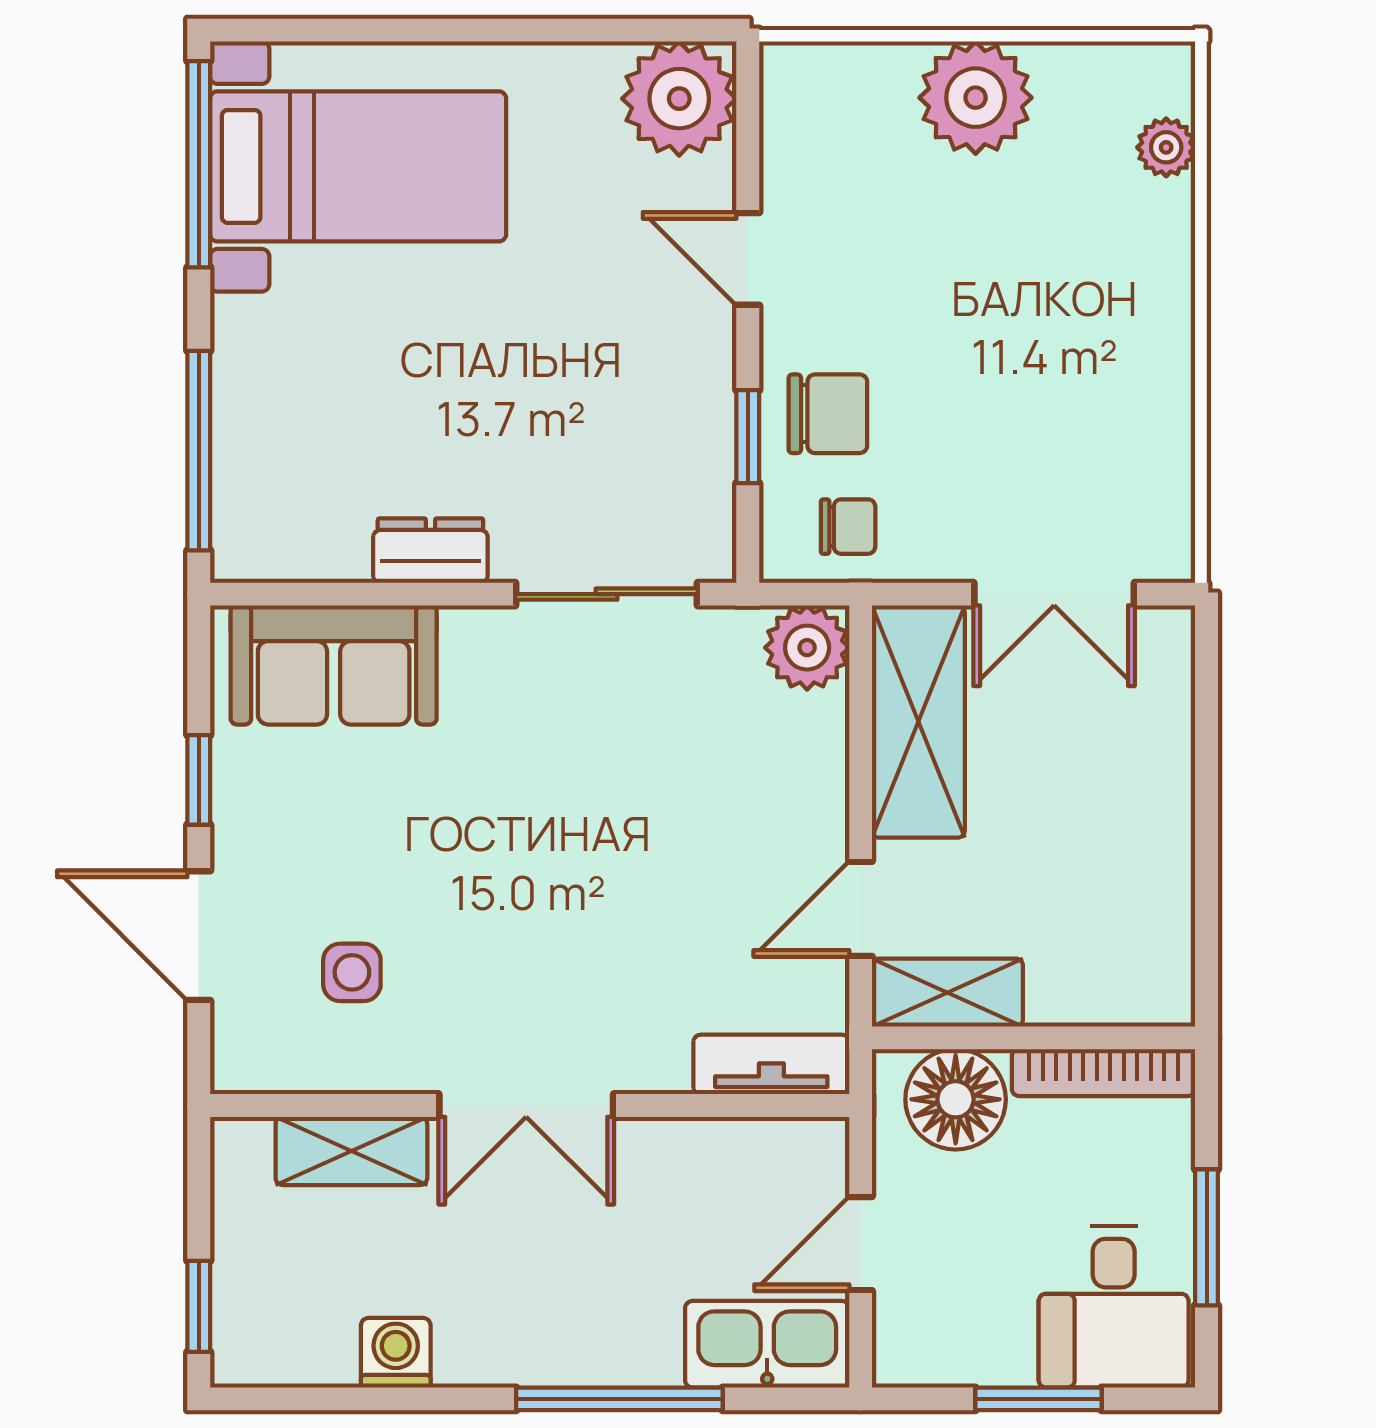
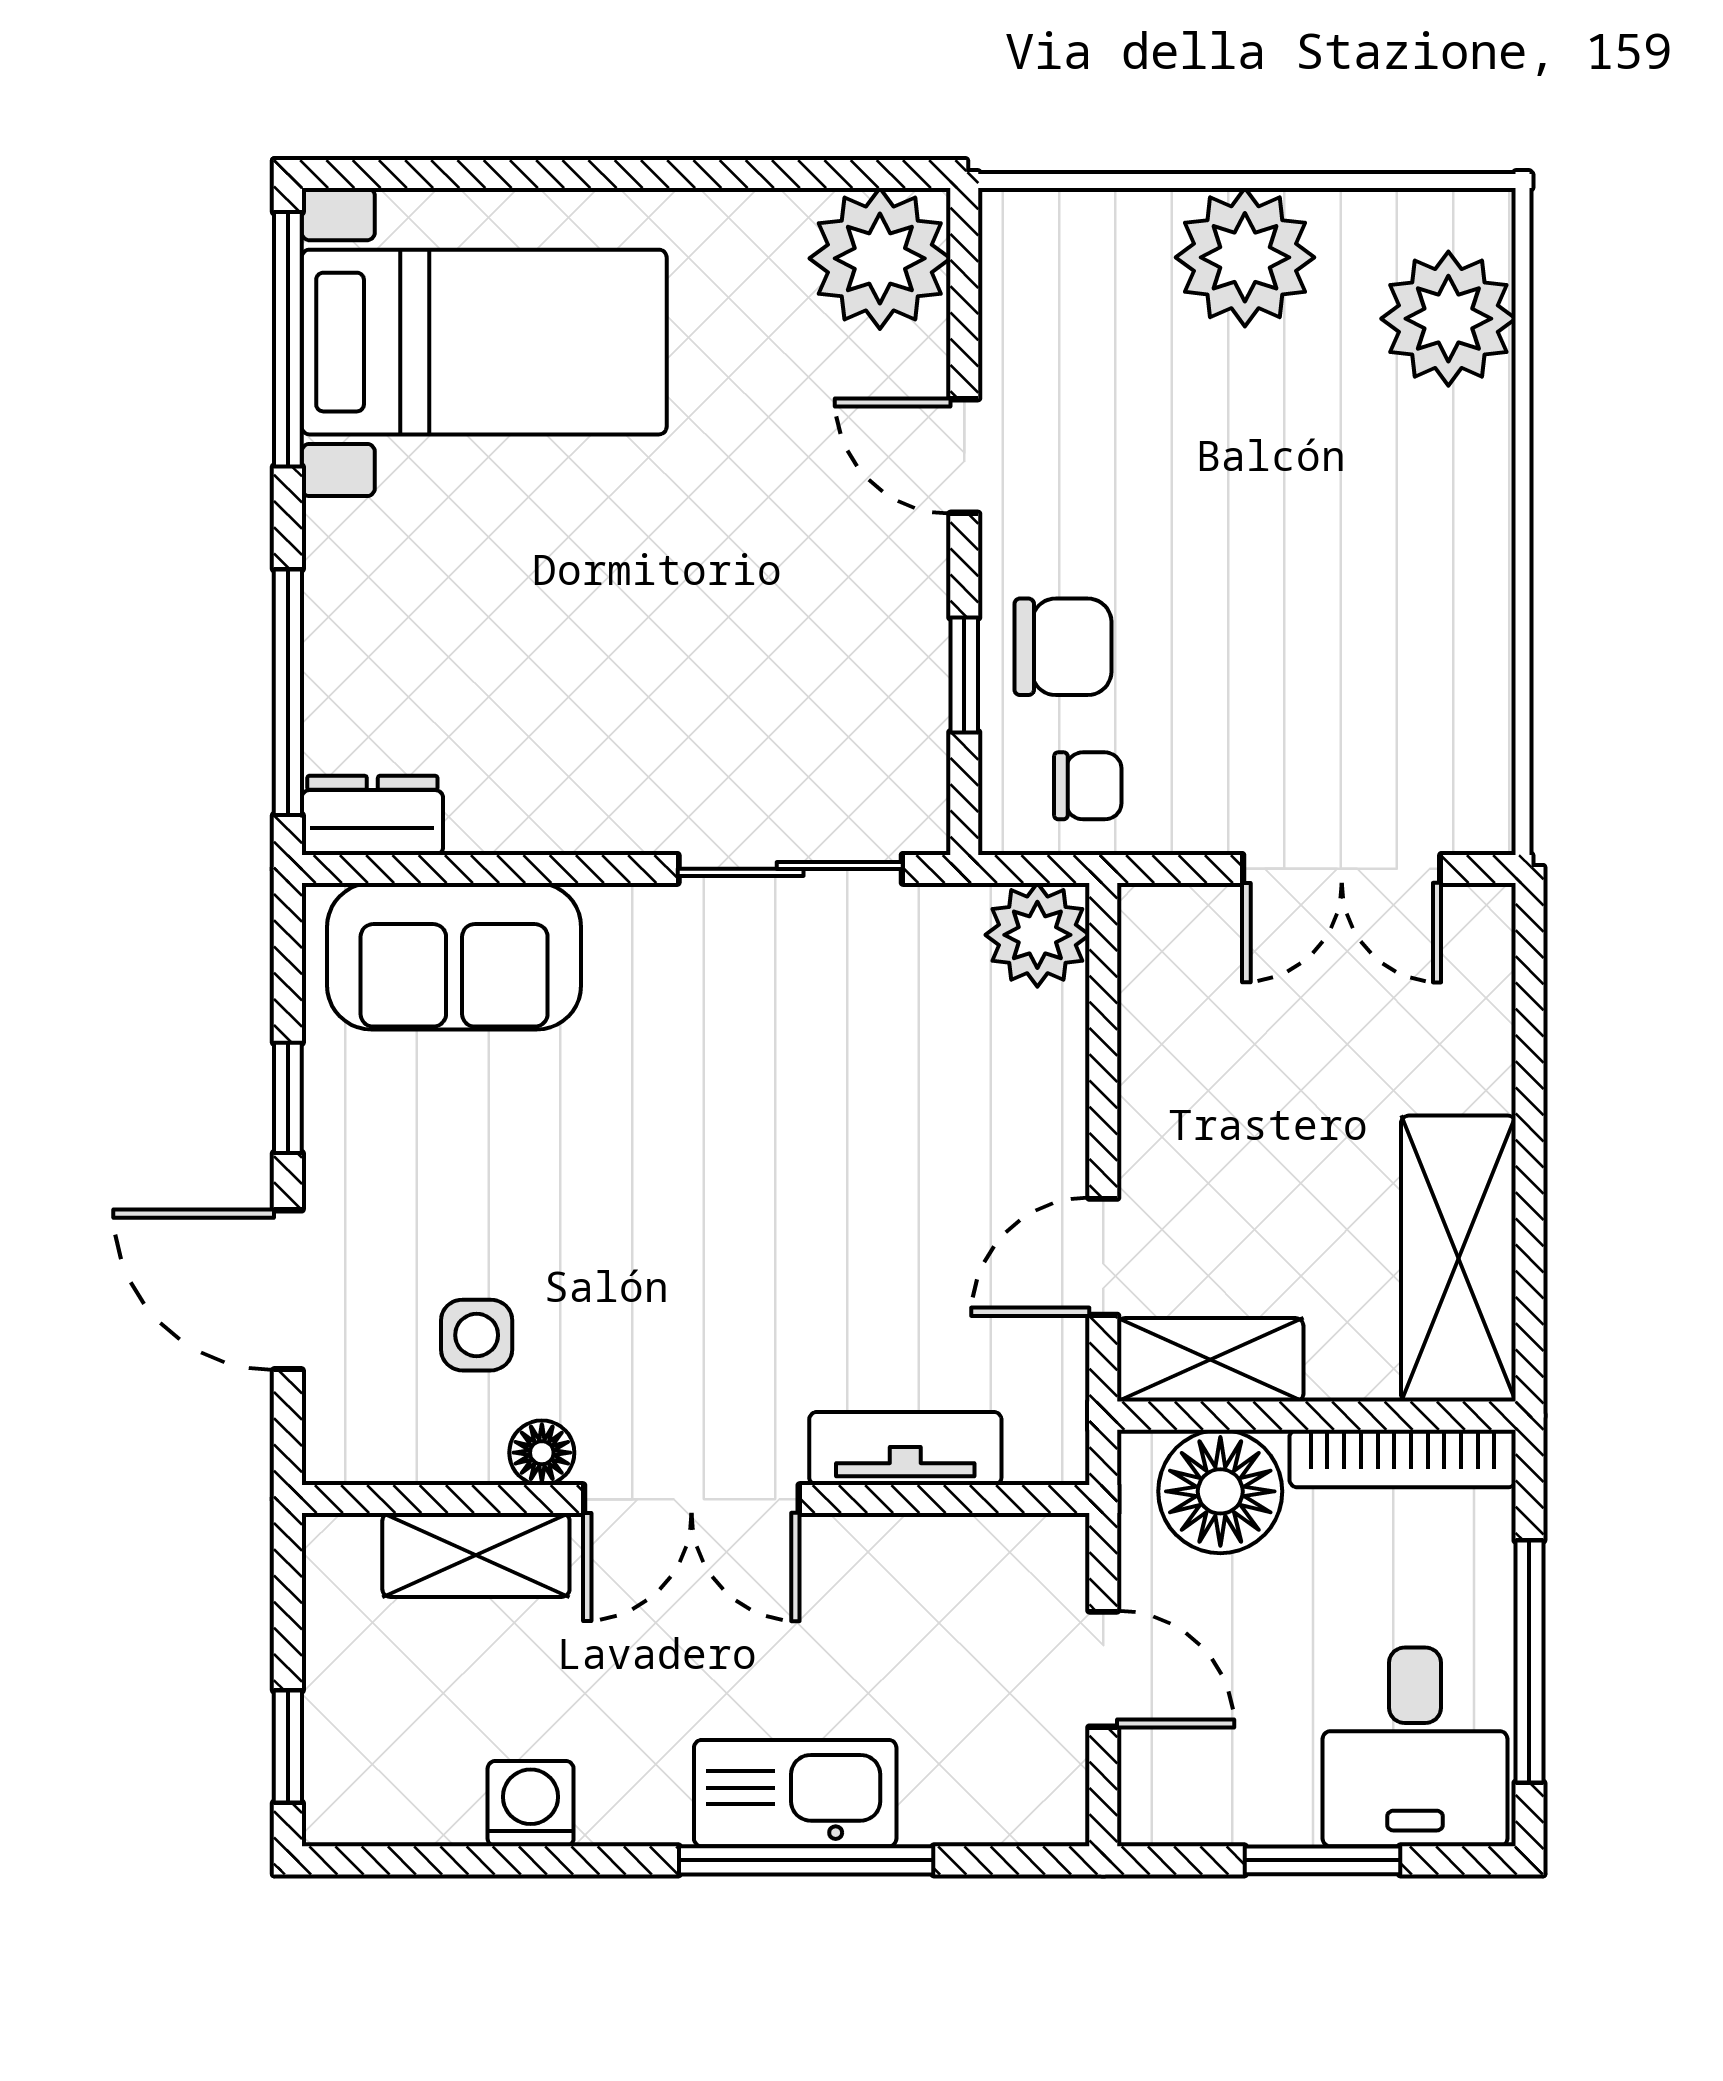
plant: (1166, 147) -> (1448, 319), width x1.87, depth x1.87
dresser: (430, 551) -> (372, 815), moved
shelving: (918, 722) -> (1458, 1259), moved
tv unit: (771, 1064) -> (905, 1448), moved
floor lamp: (405, 1068) -> (542, 1453), added
window: (1207, 1237) -> (1529, 1662), width x1.44
door: (861, 1244) -> (1103, 1669), swing flipped
kitchen sink: (767, 1344) -> (795, 1793), moved

